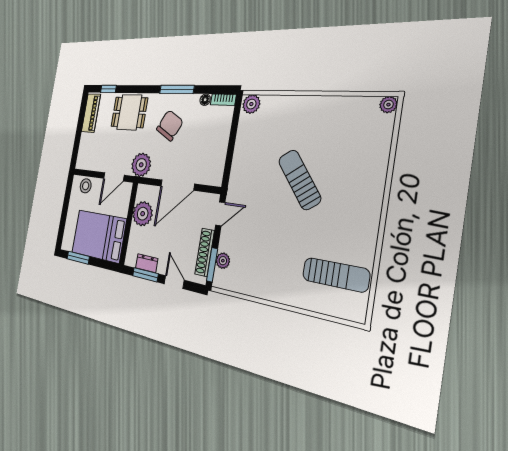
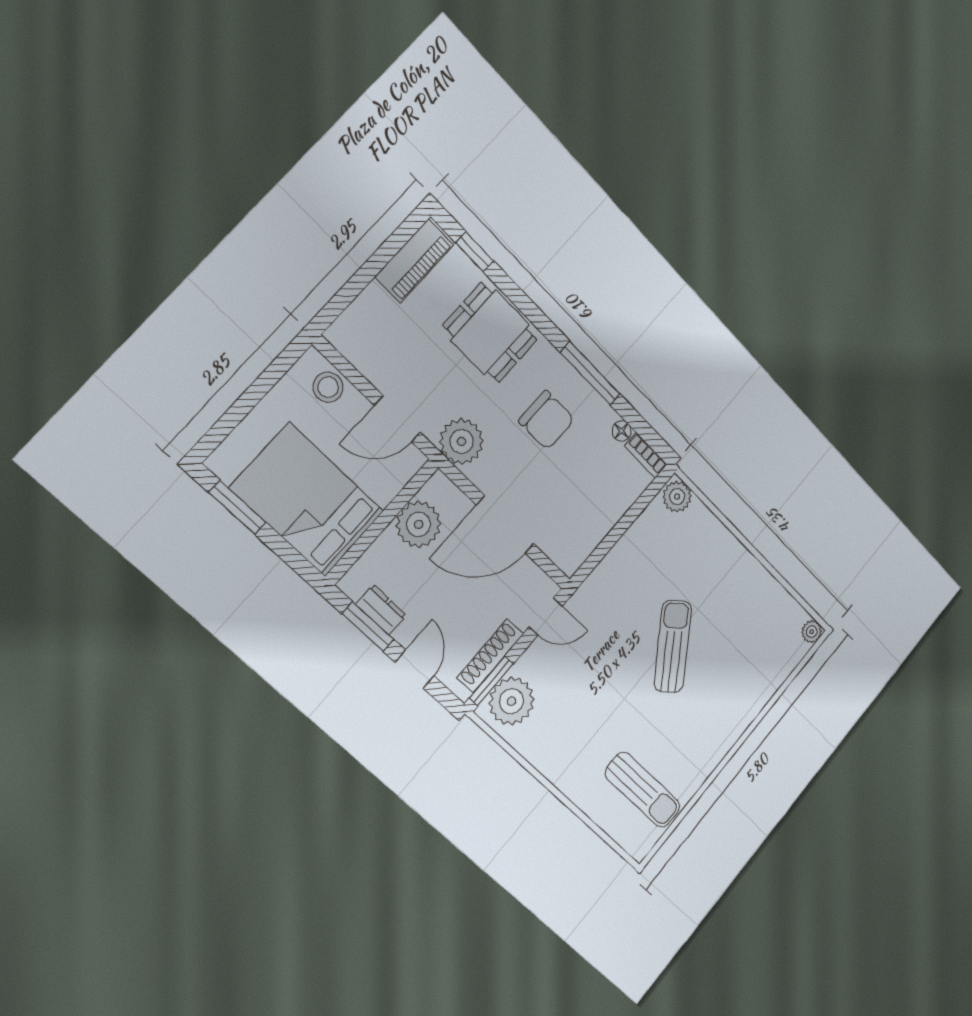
chair: (170, 125) -> (546, 420), turned 61
plant: (223, 261) -> (511, 701), width x1.88, depth x1.88

